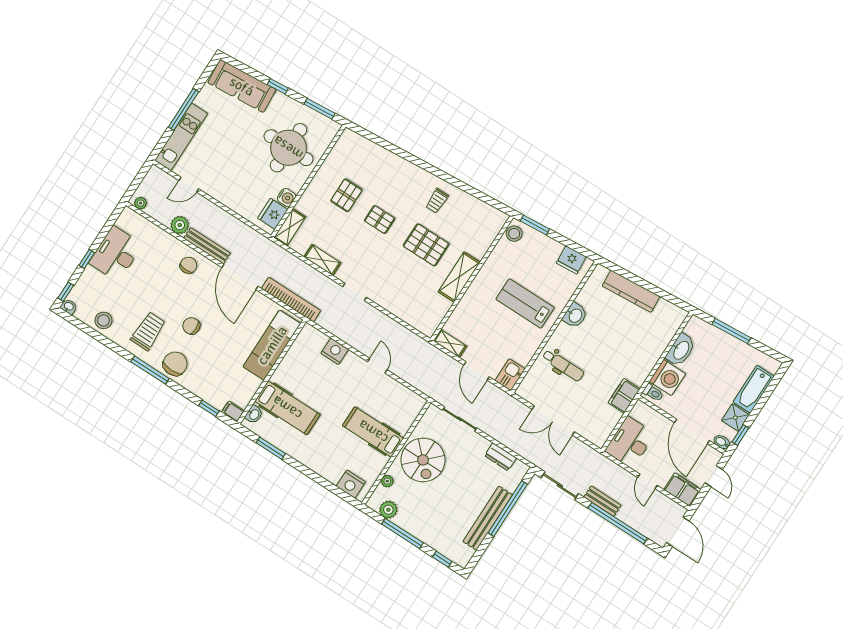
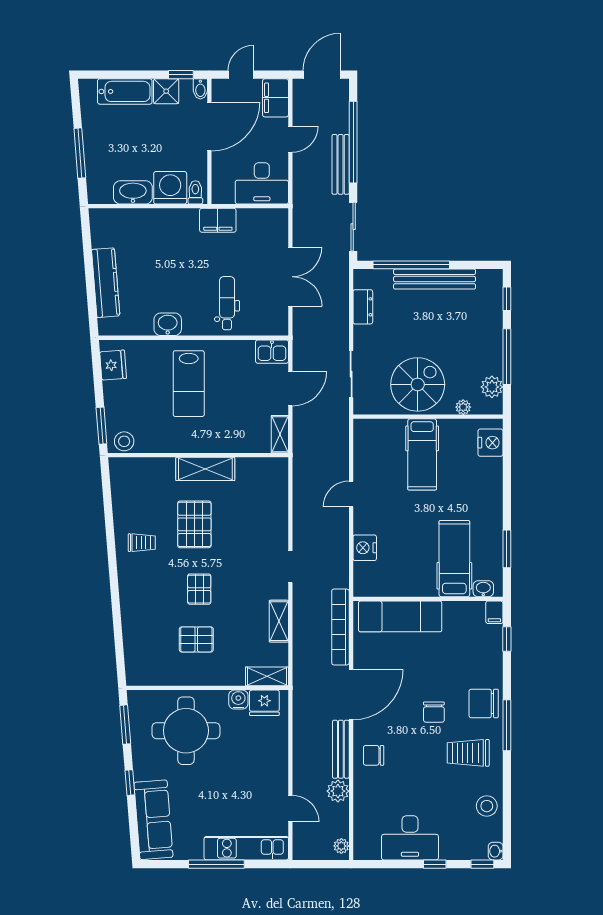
bench: (602, 501) -> (341, 164), width x1.36

